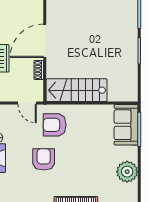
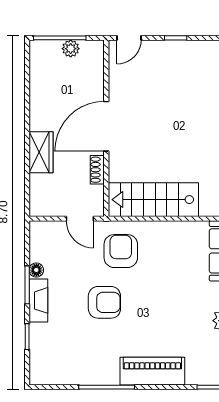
armchair: (55, 125) -> (121, 251), turned 90
armchair: (44, 159) -> (104, 302), turned 90

